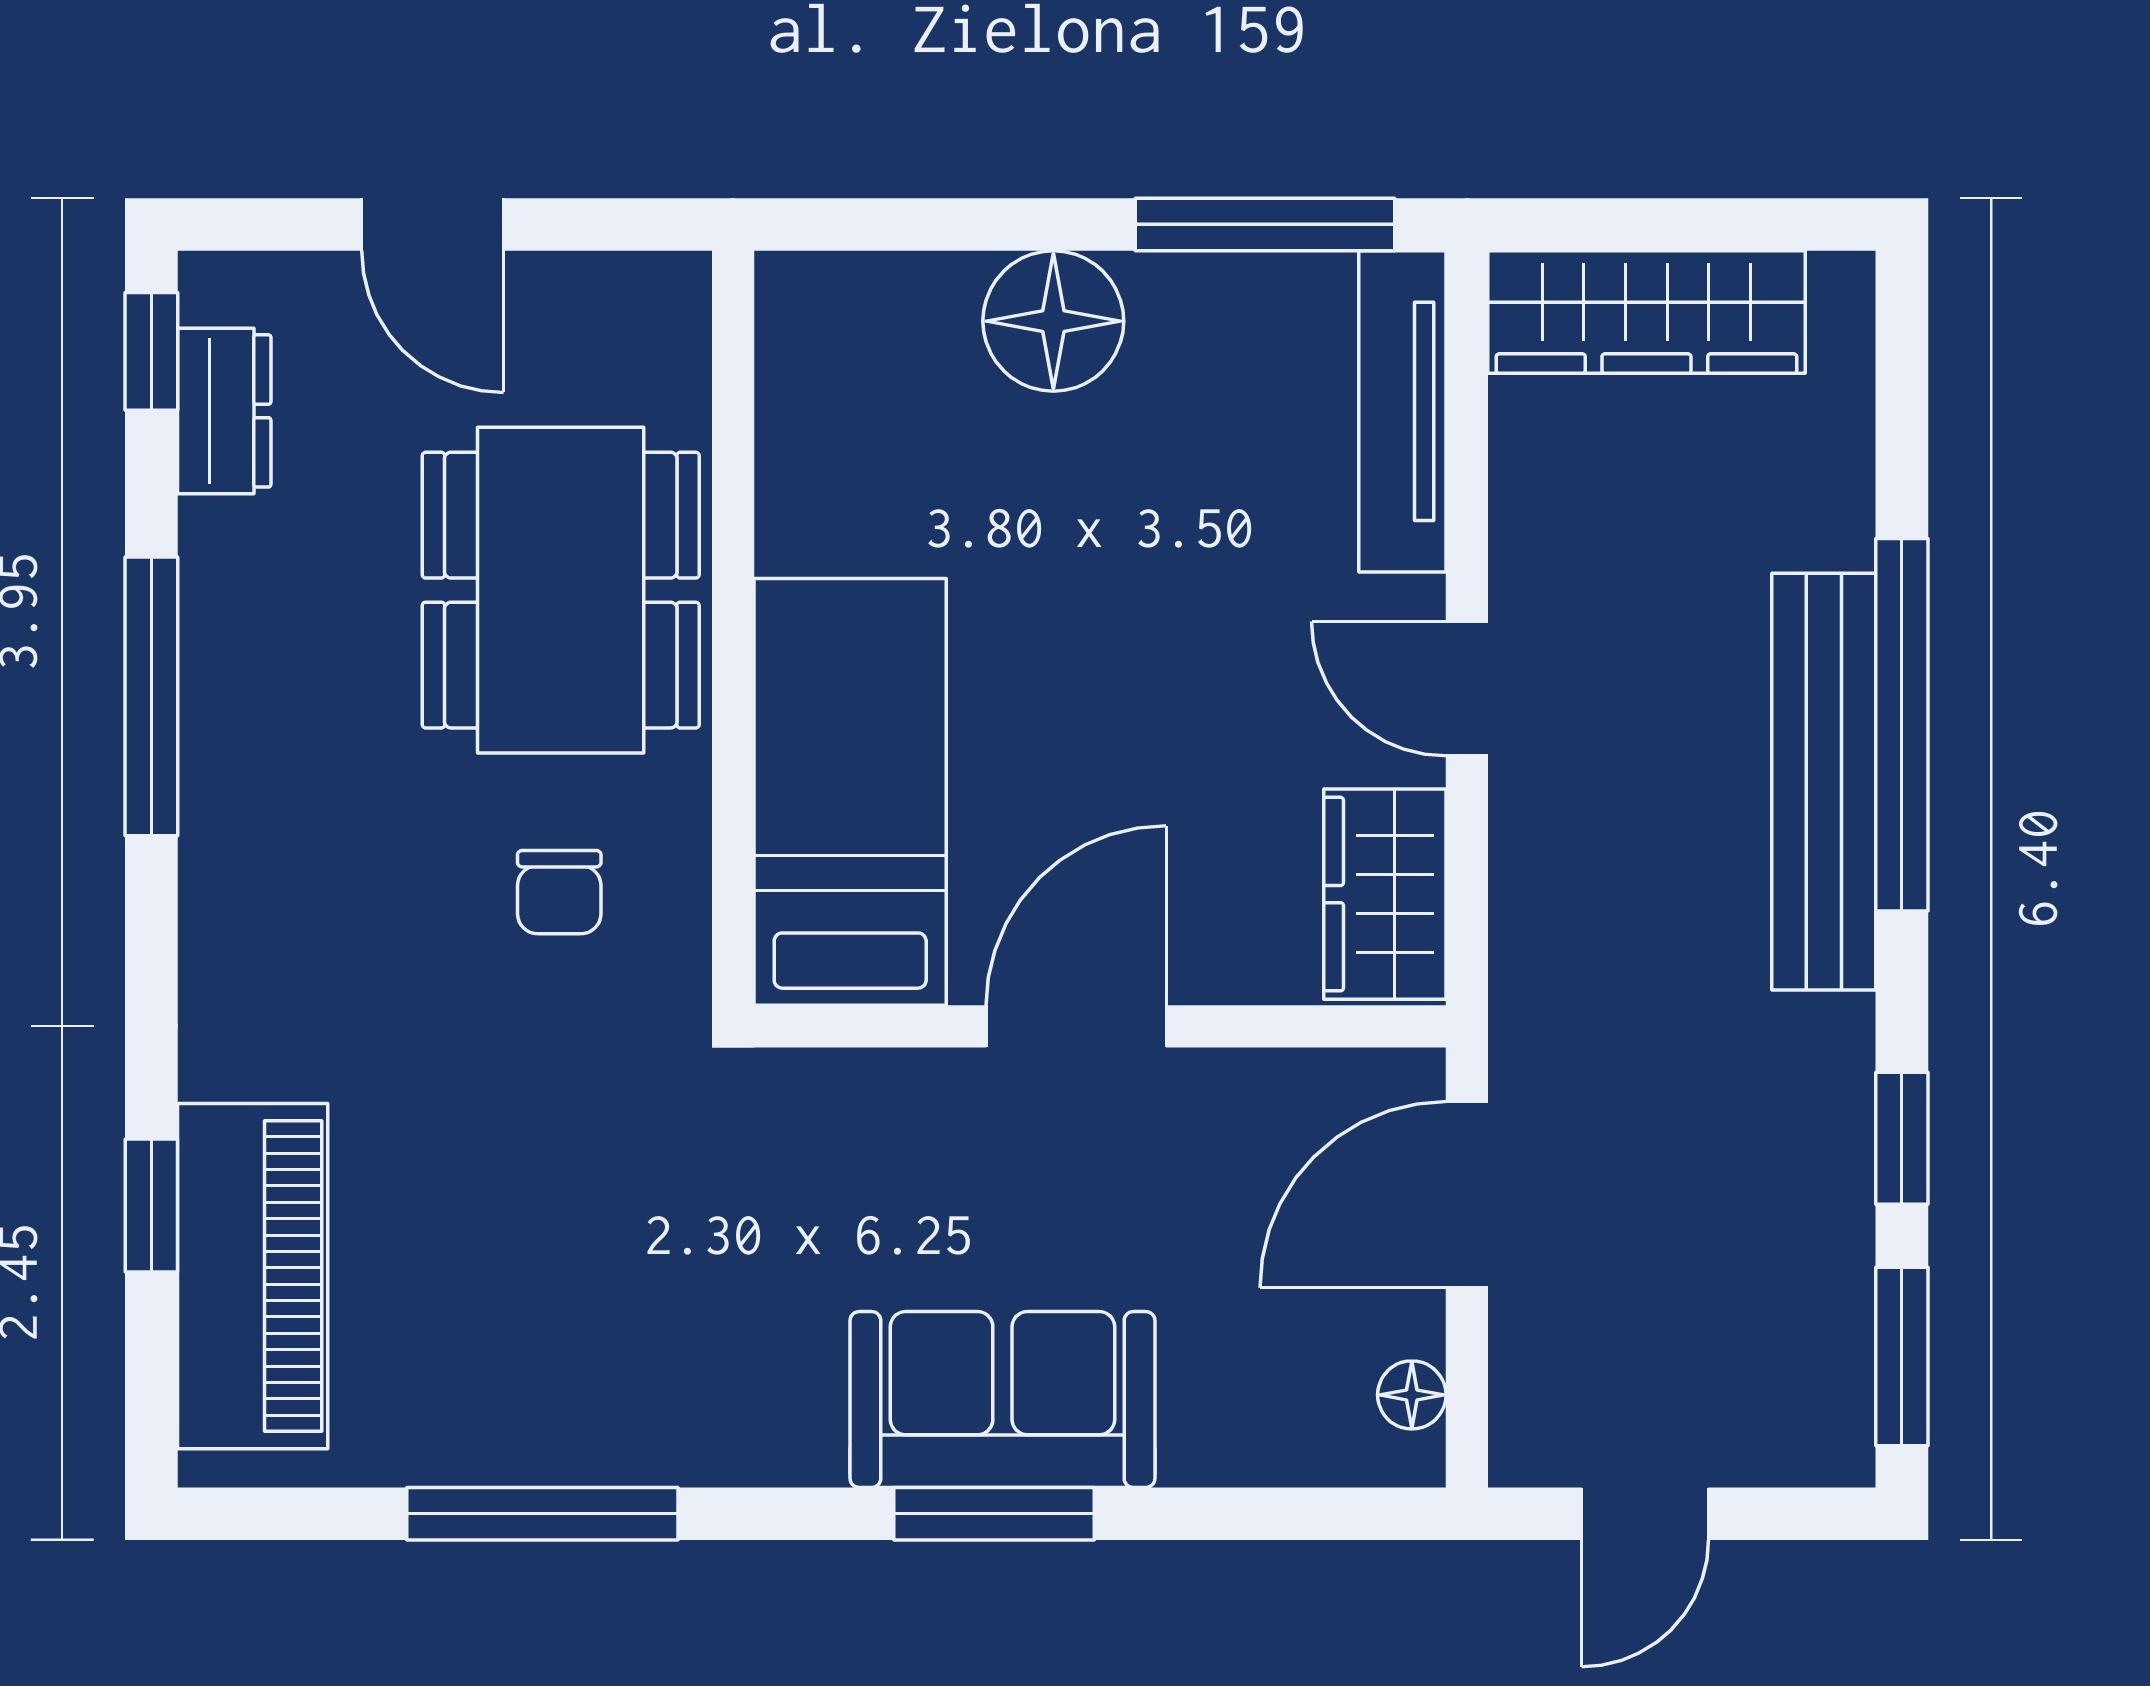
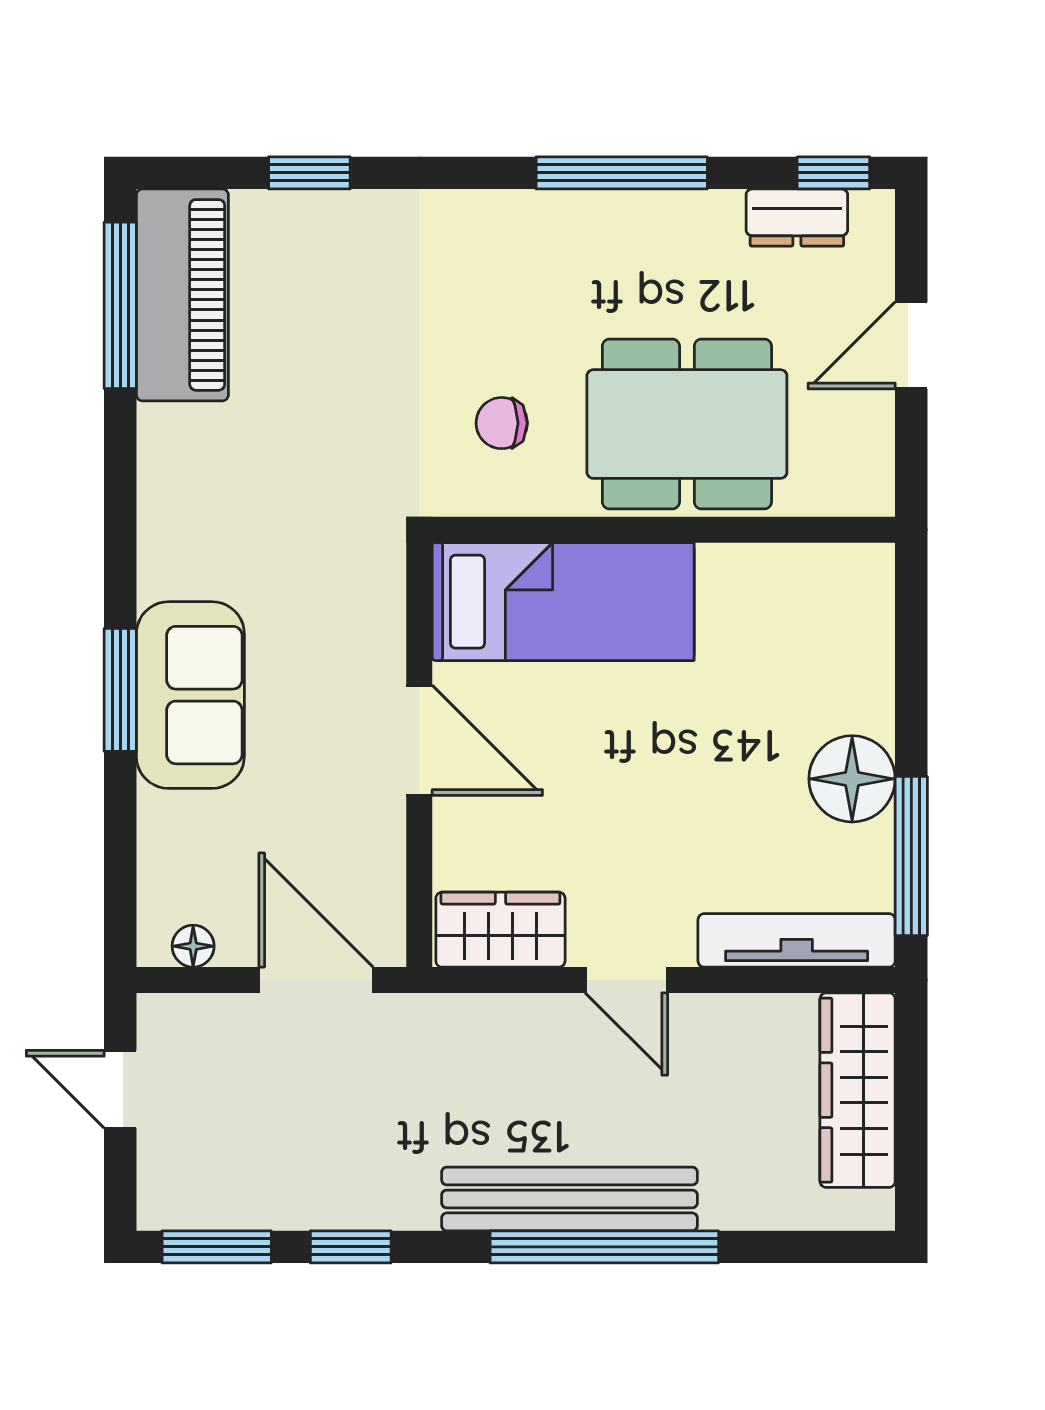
floor lamp: (1053, 321) -> (852, 779), moved
door: (1467, 689) -> (626, 980), swing flipped
piano: (253, 1276) -> (182, 295), moved, turned -90
window: (542, 1514) -> (120, 305), moved

